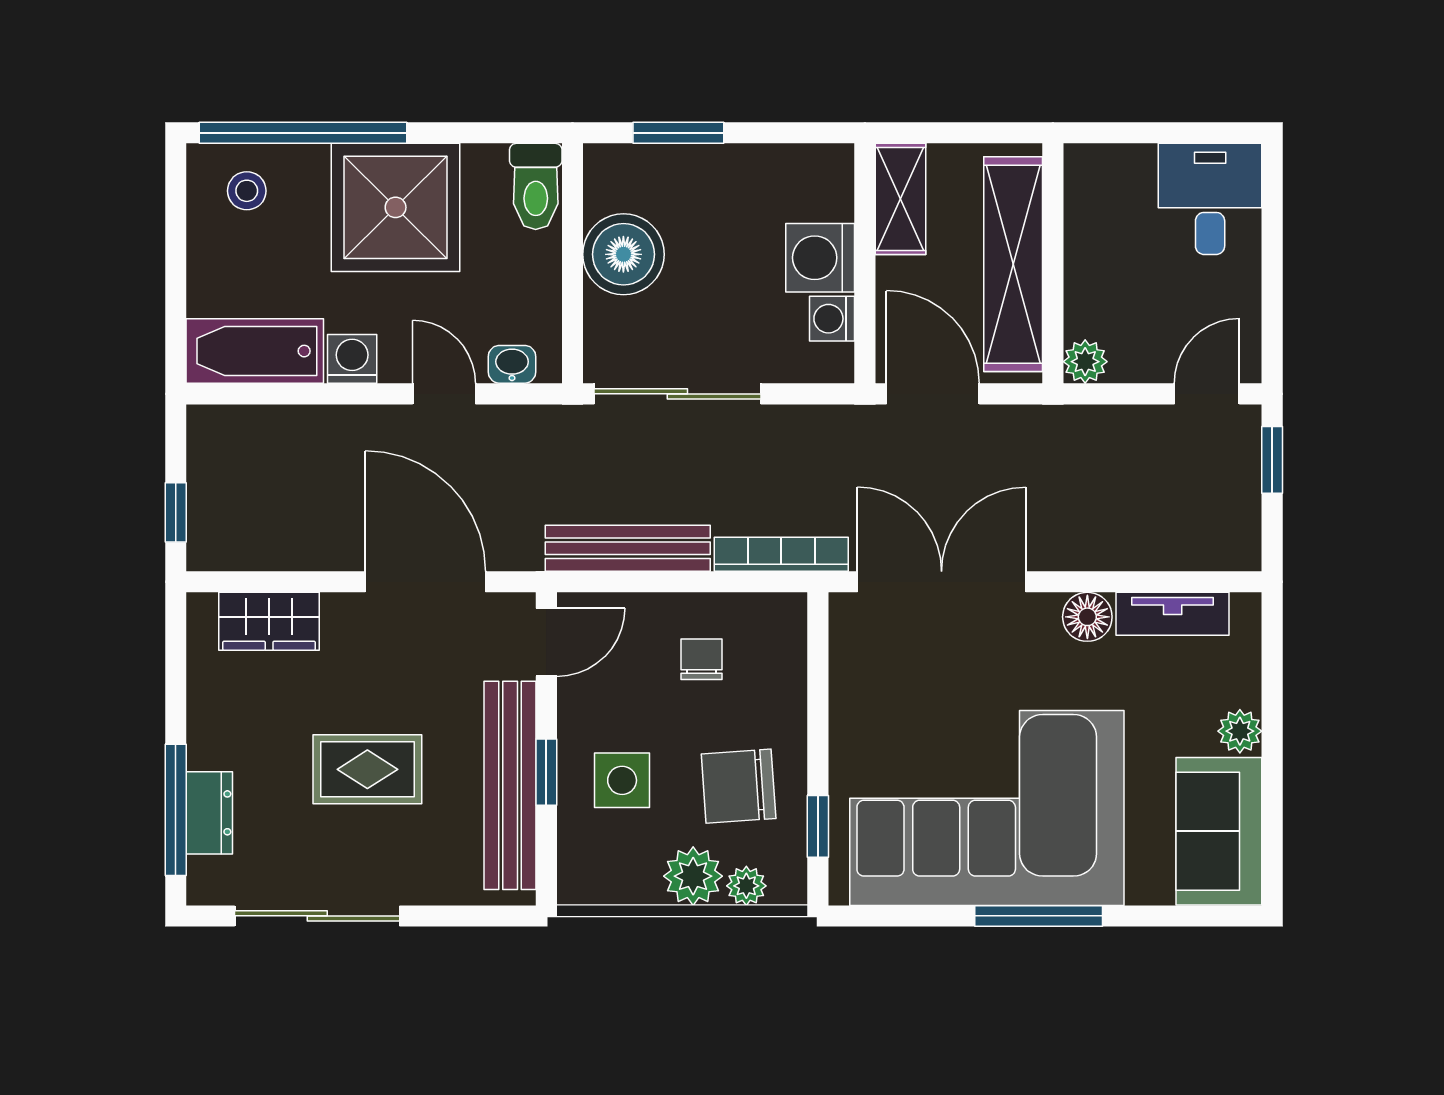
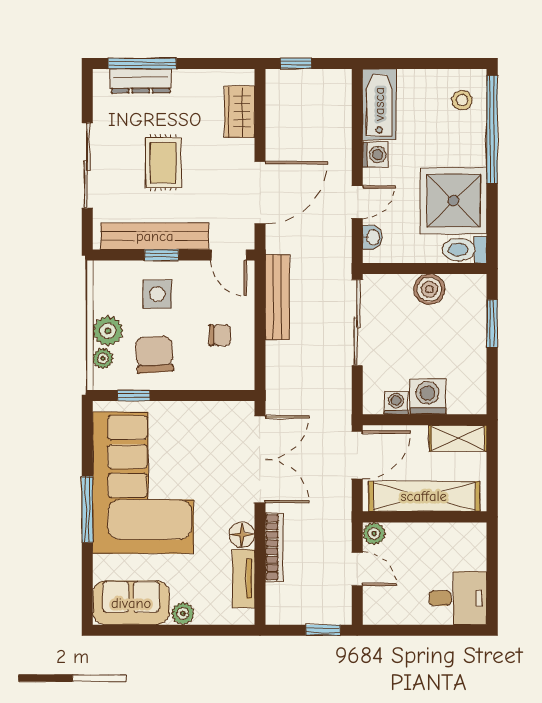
shower: (396, 207) -> (454, 201), moved
boiler: (623, 254) -> (429, 289), width x0.73, depth x0.73
door: (1207, 394) -> (357, 569), moved
bookcase: (781, 554) -> (274, 547), moved
dresser: (209, 813) -> (141, 81), width x1.44
sliding door: (317, 916) -> (87, 165), moved

